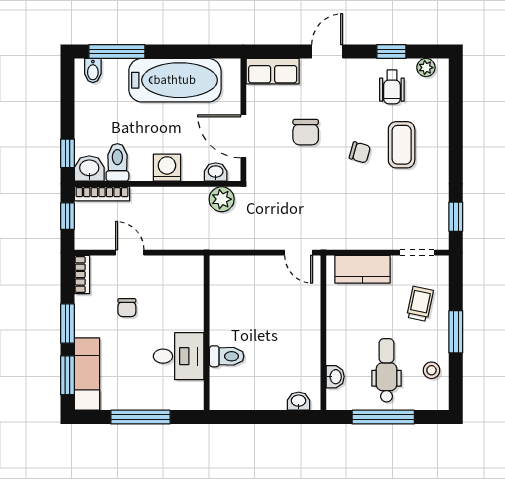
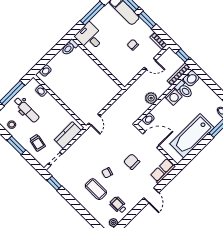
window: (391, 52) -> (130, 216), removed
window: (67, 153) -> (203, 76), removed
washing machine: (167, 168) -> (173, 97), moved
plant: (222, 199) -> (151, 98), moved
door: (299, 253) -> (94, 120), swing flipped
desk: (179, 356) -> (90, 37), moved, turned 90
toilet: (227, 356) -> (70, 47), moved

